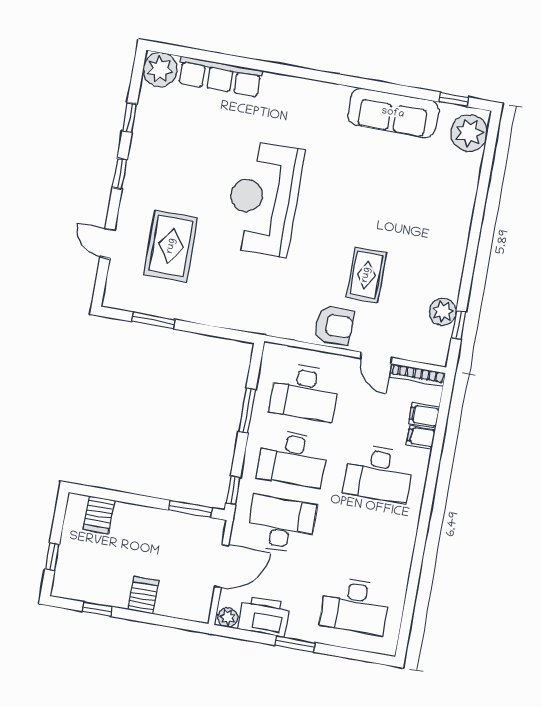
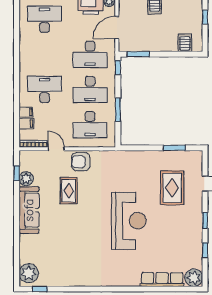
sofa: (393, 113) -> (29, 210), moved, turned 90
desk: (304, 392) -> (90, 125), turned 180
desk: (293, 458) -> (90, 90), turned 180

